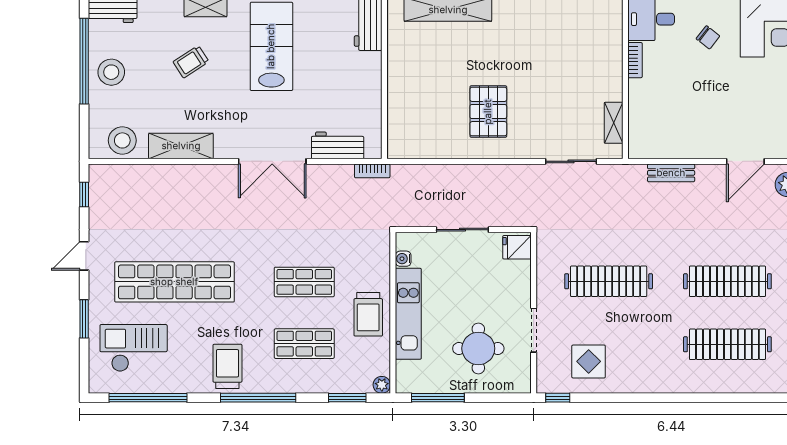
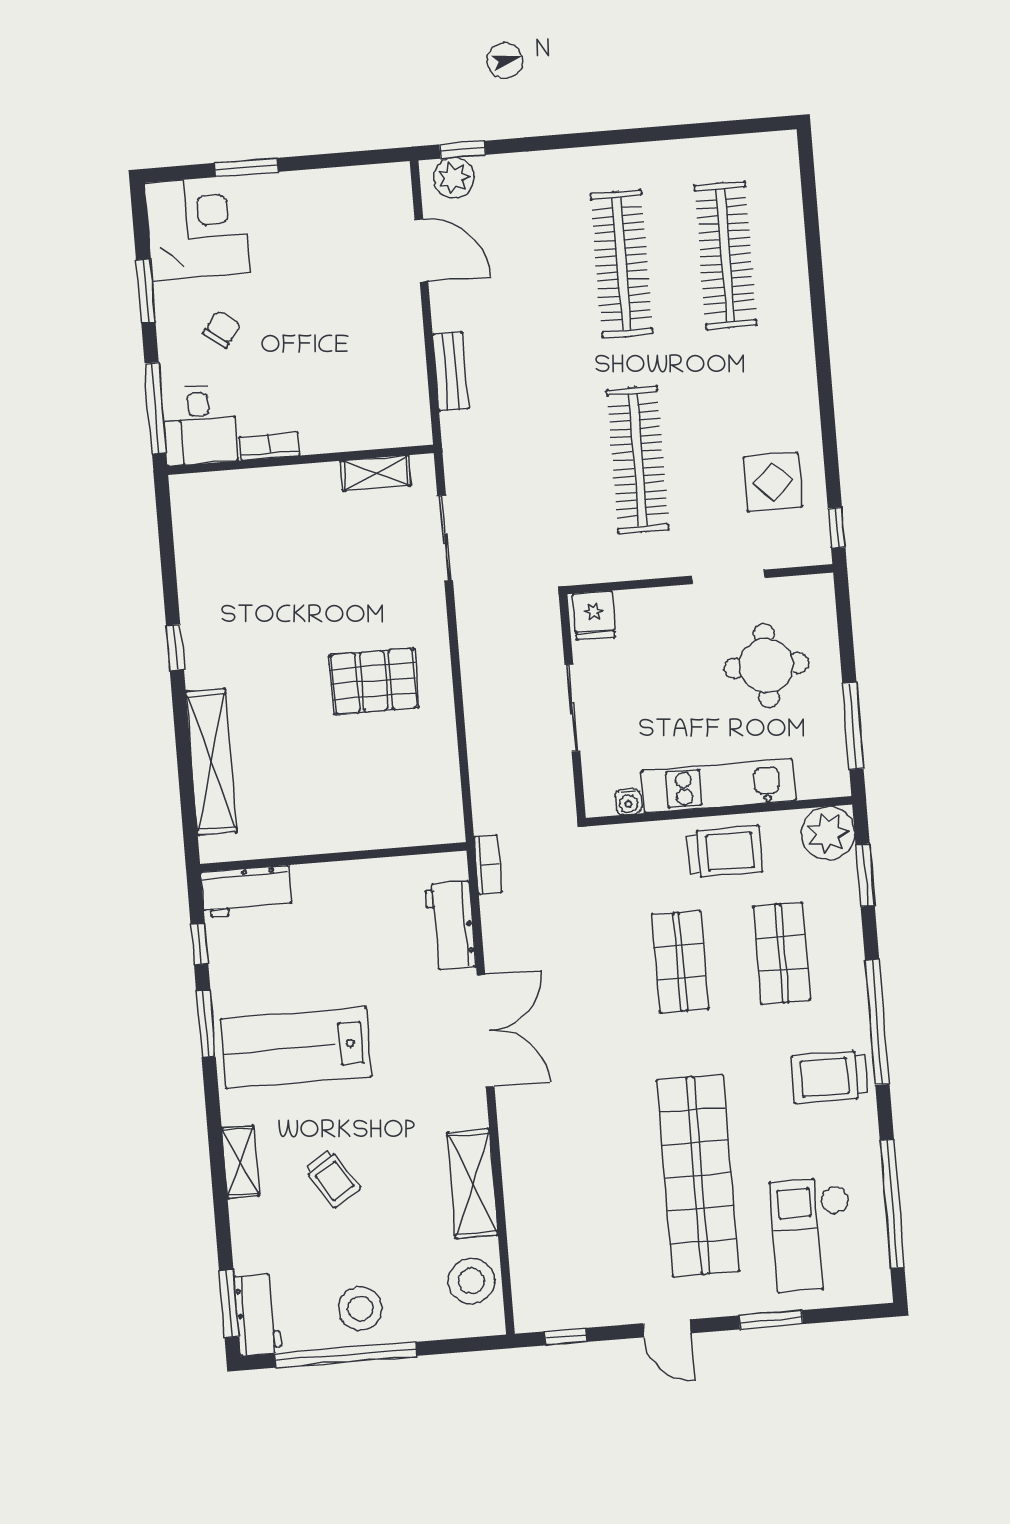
plant: (382, 385) -> (828, 833), width x1.88, depth x1.88

